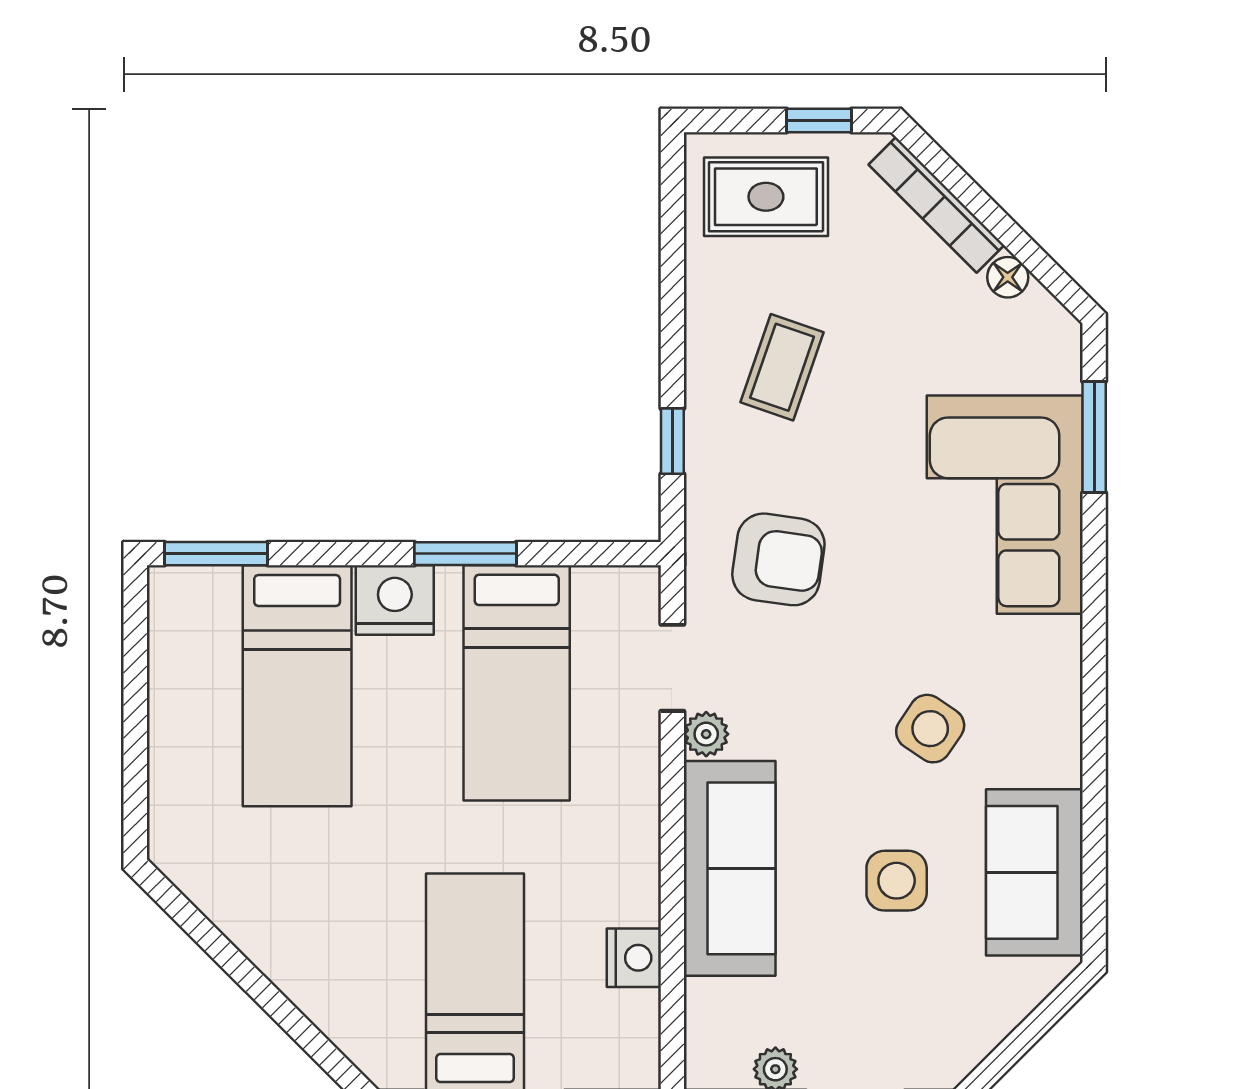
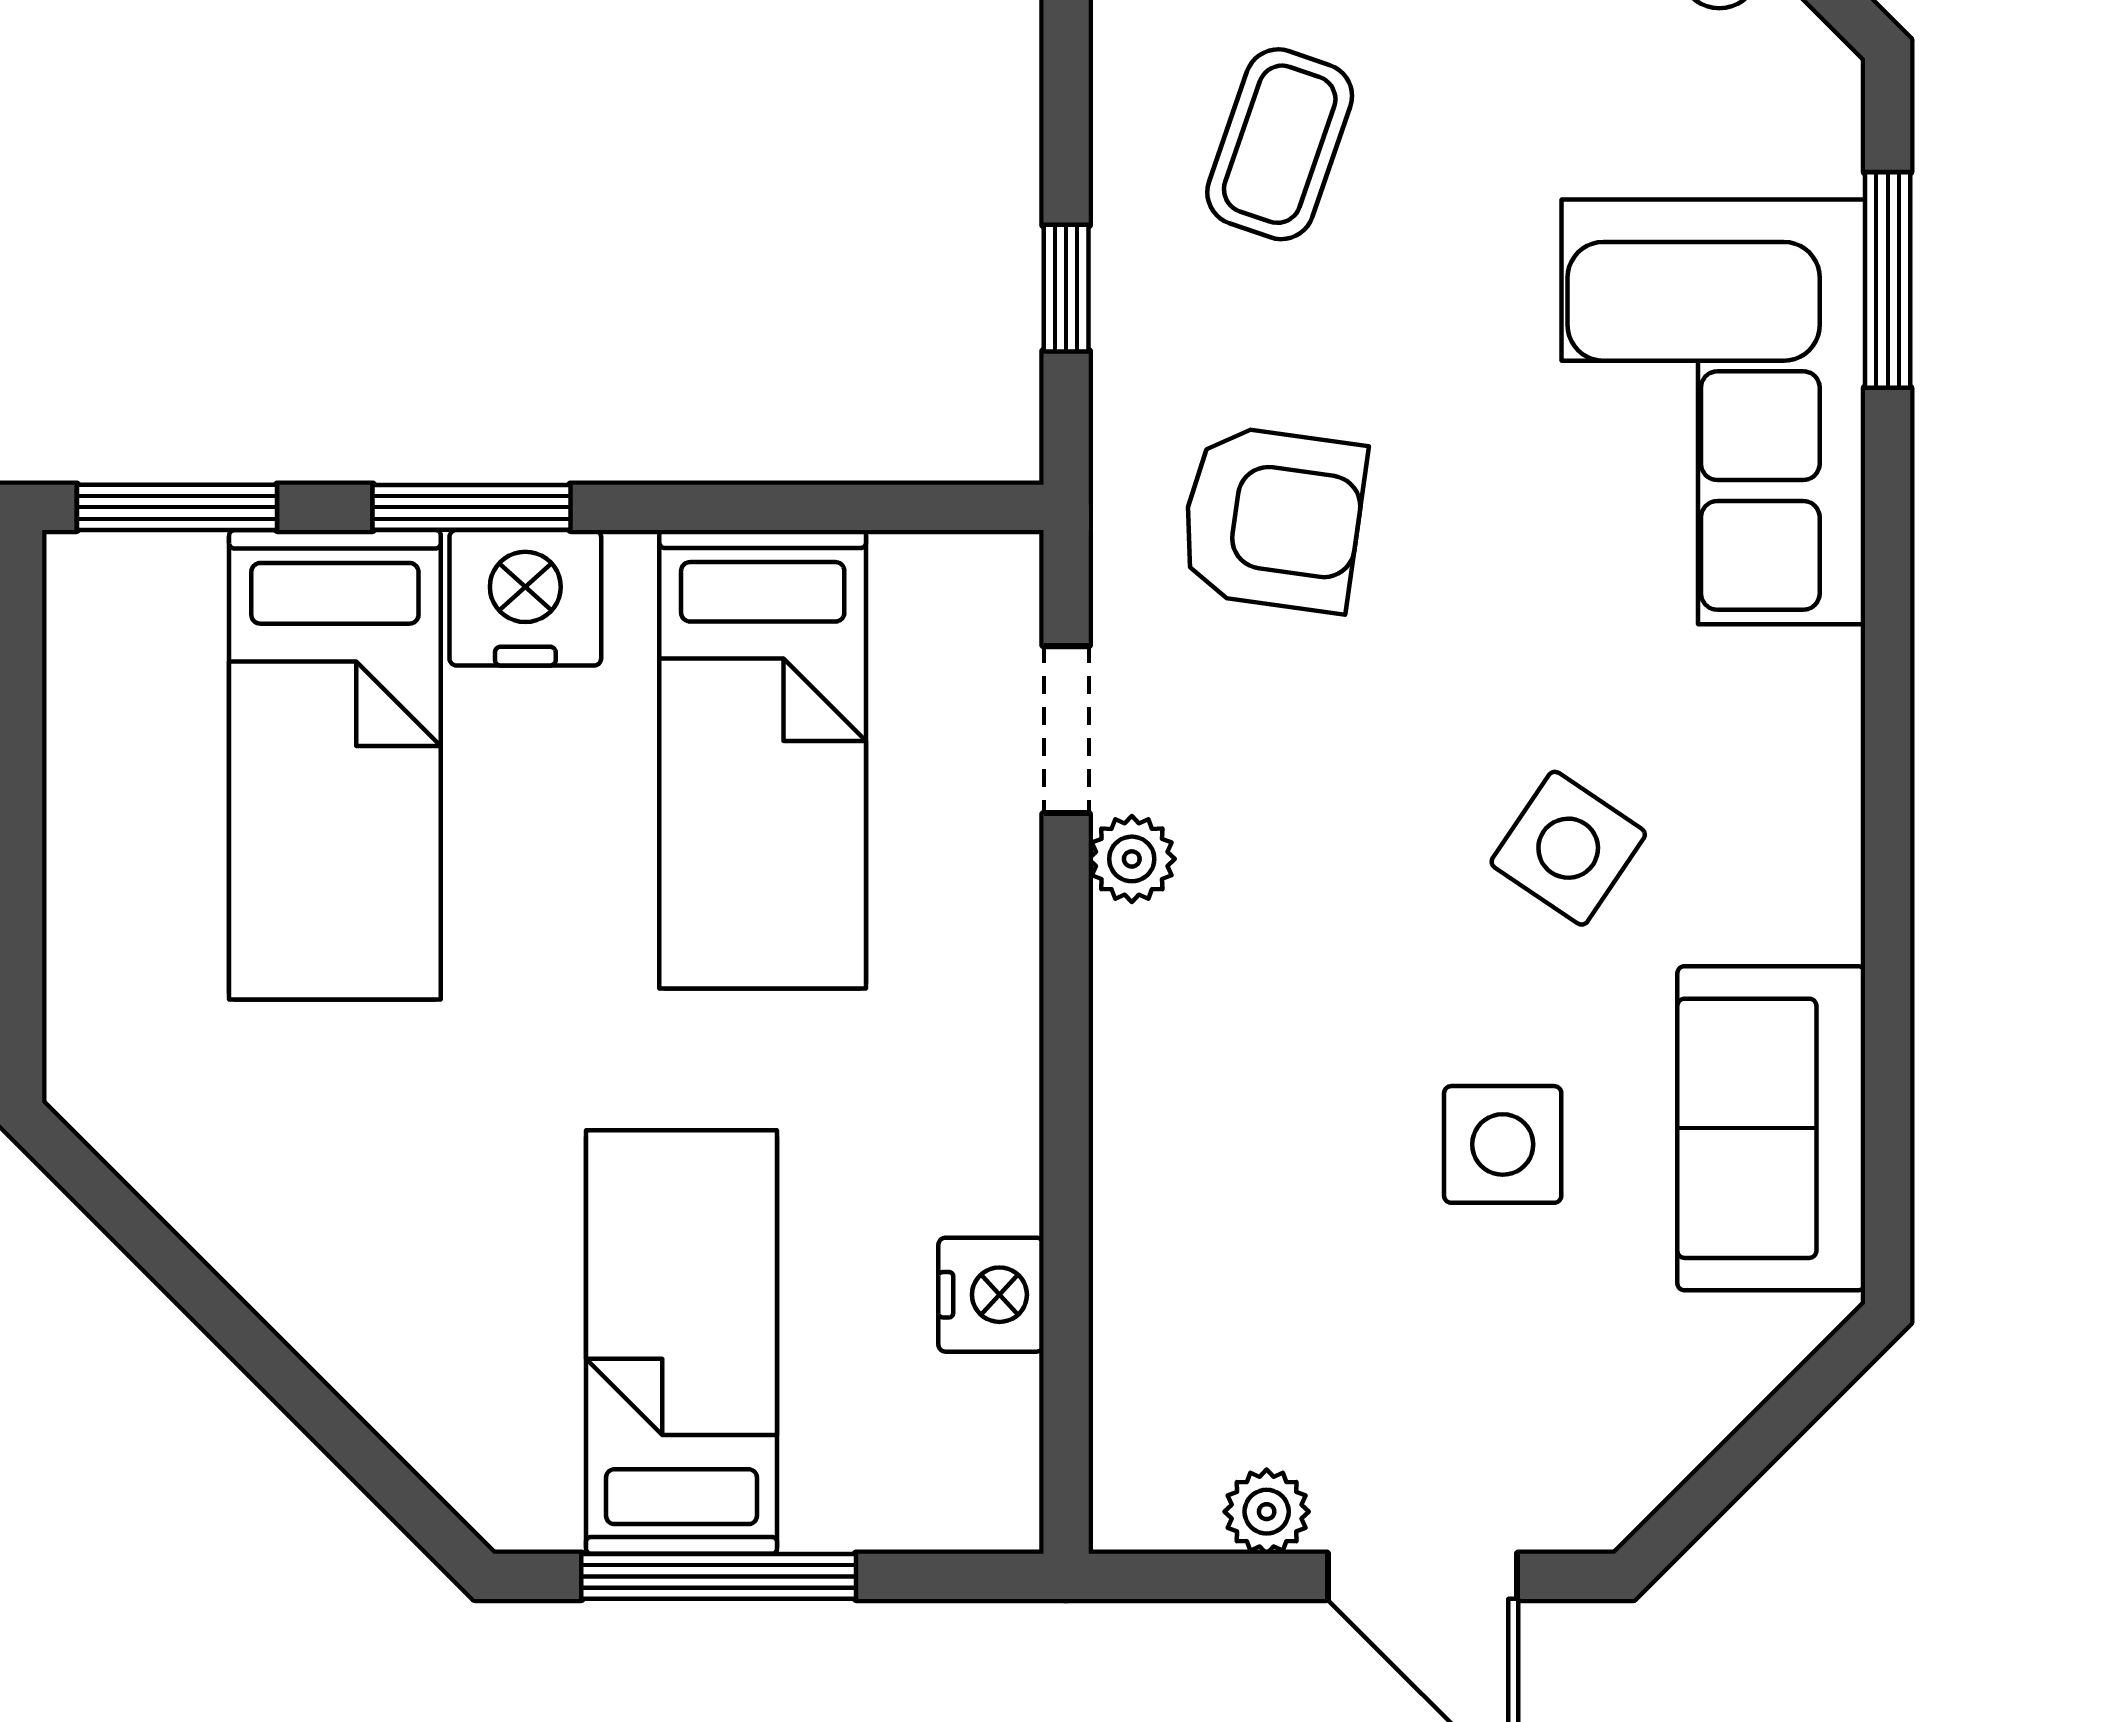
window: (465, 554) -> (472, 507), moved
sofa: (730, 868) -> (1178, 1120), removed

